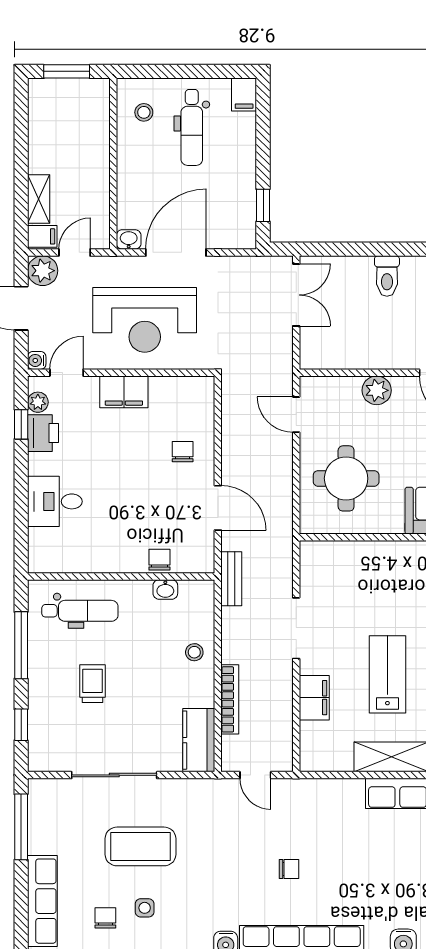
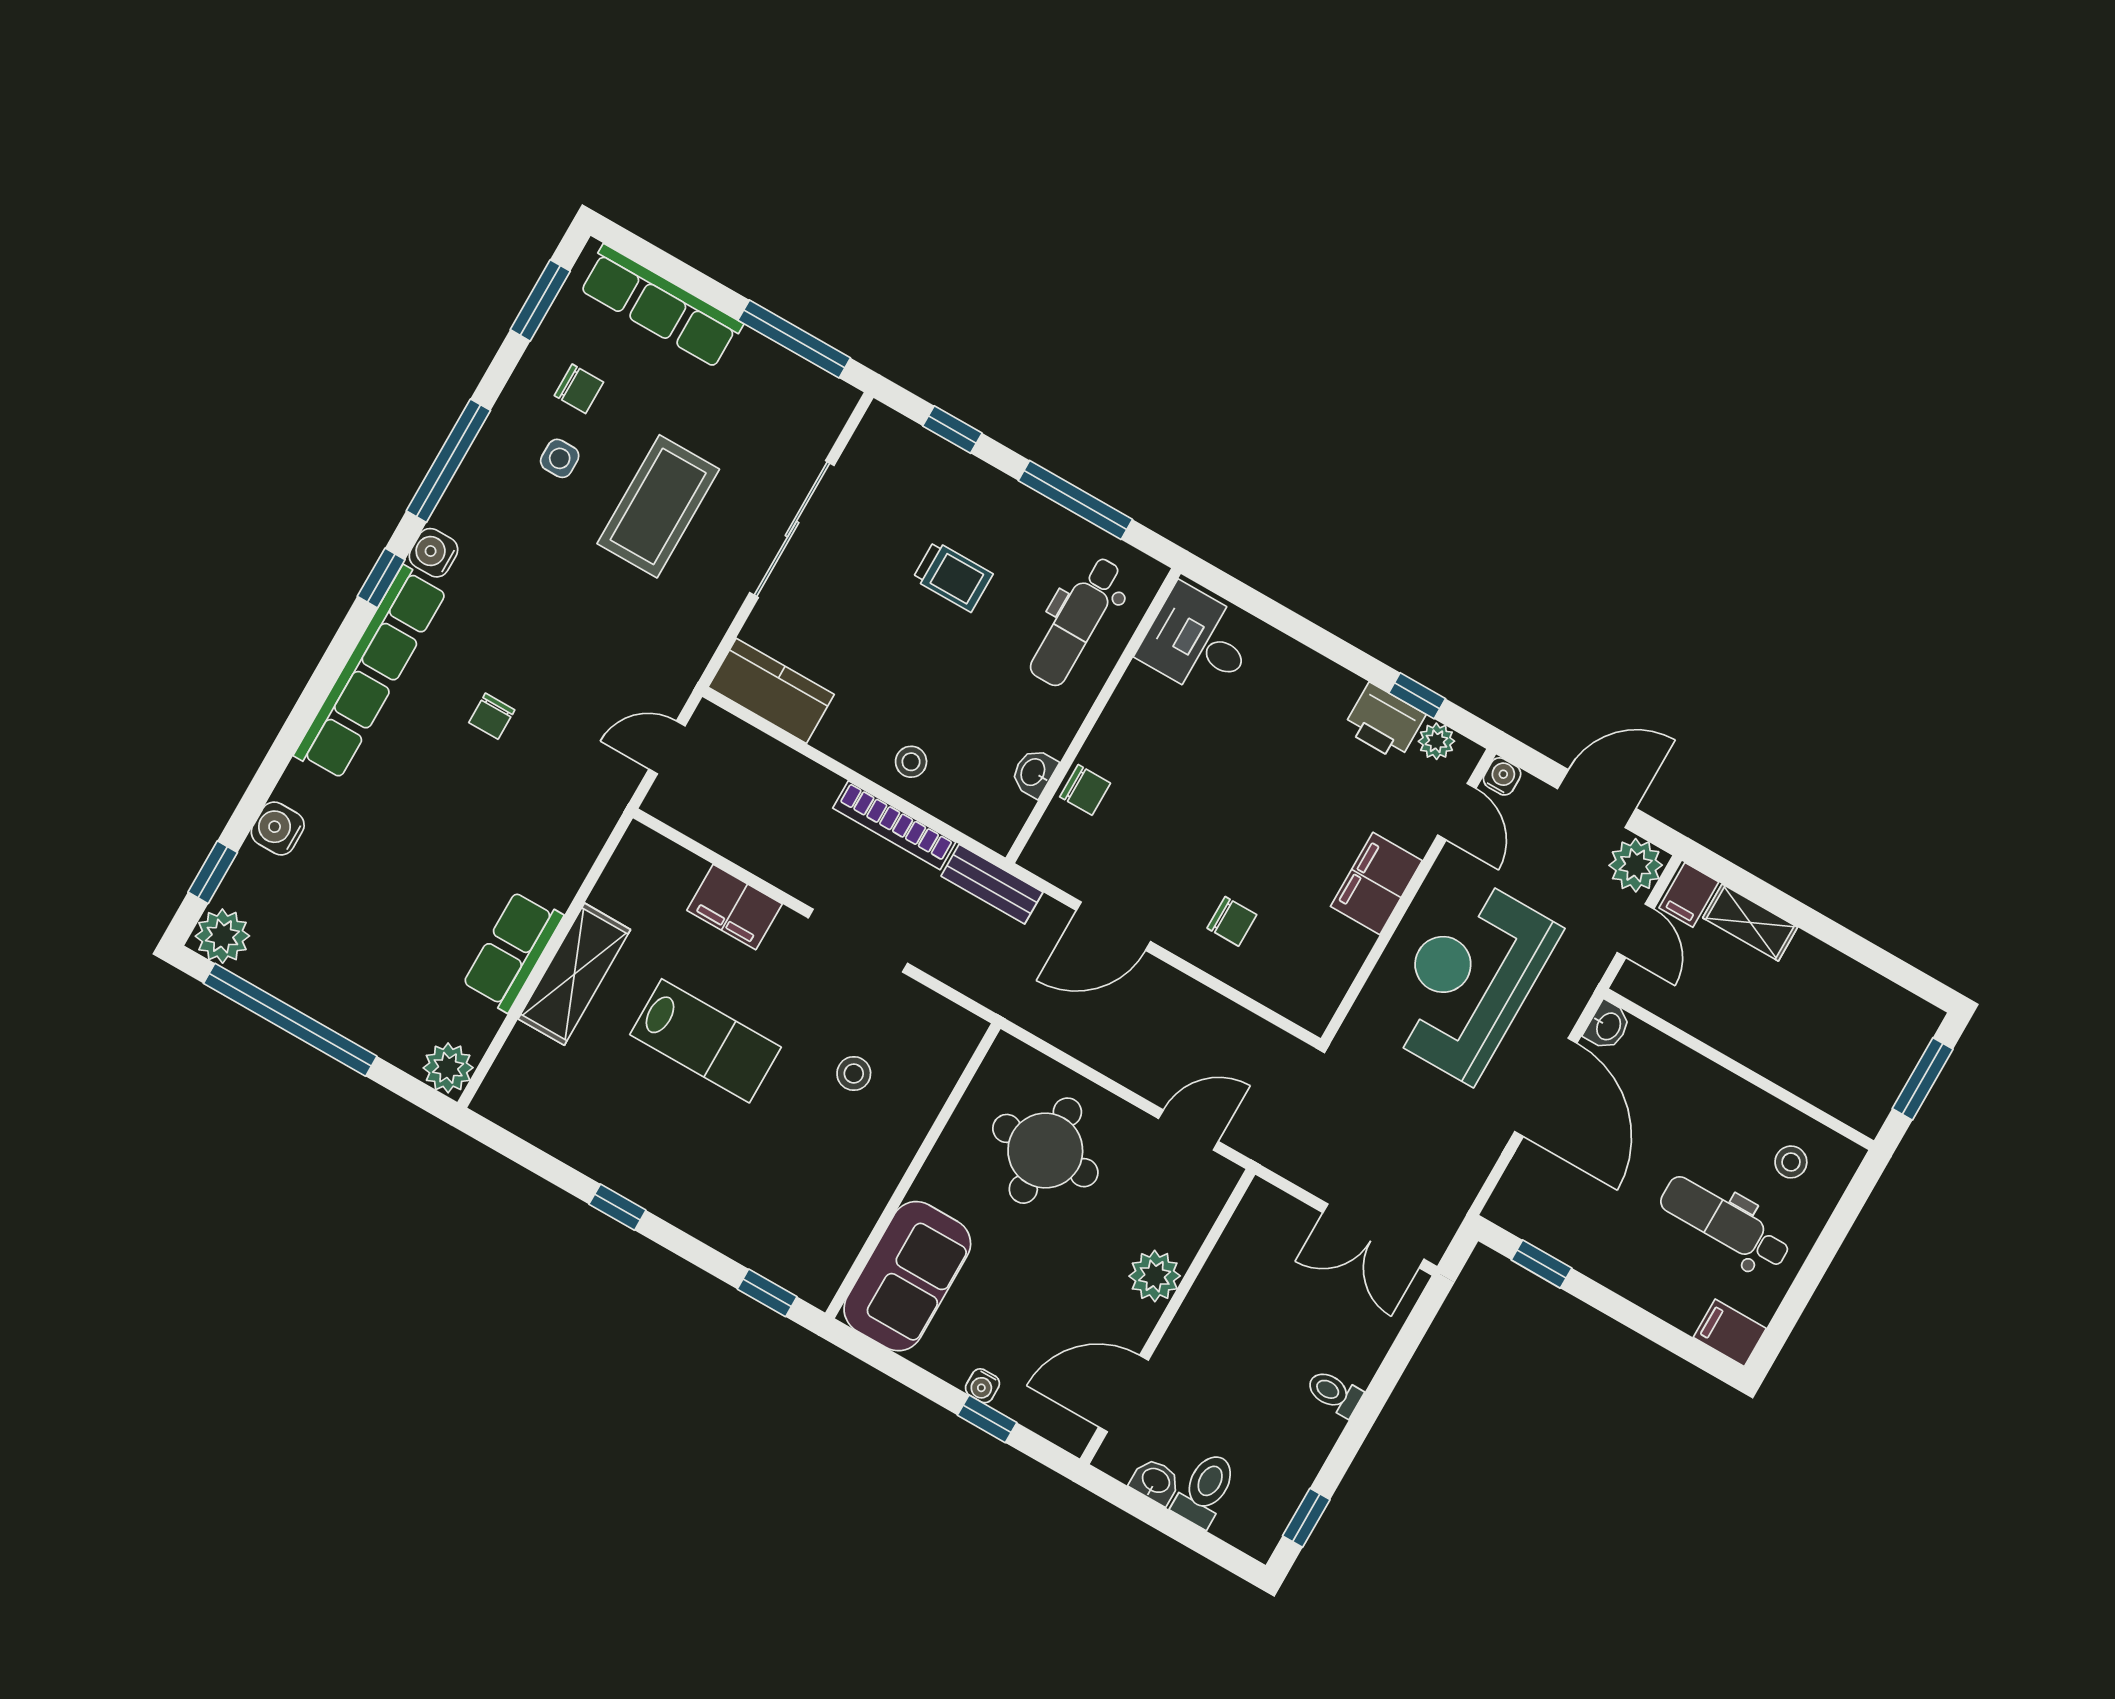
toilet: (387, 276) -> (1334, 1393), width x0.73, depth x0.72
desk: (55, 501) -> (1198, 642), moved, turned -90
stool: (362, 593) -> (854, 1074), added
bookcase: (230, 699) -> (894, 825), moved

